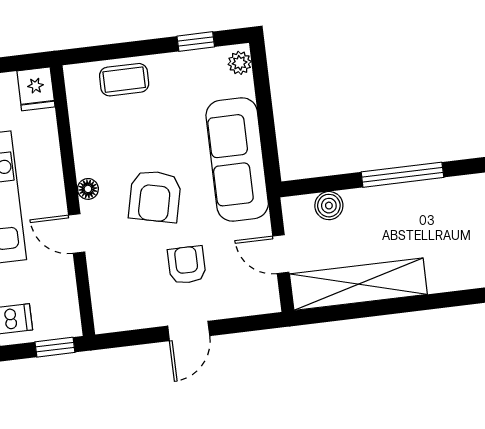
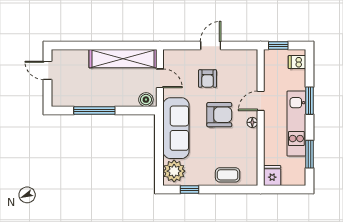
plant: (240, 63) -> (174, 171), width x1.88, depth x1.88
armchair: (155, 196) -> (219, 115), turned 77
boiler: (329, 206) -> (146, 100), moved
door: (77, 234) -> (261, 101), swing flipped

